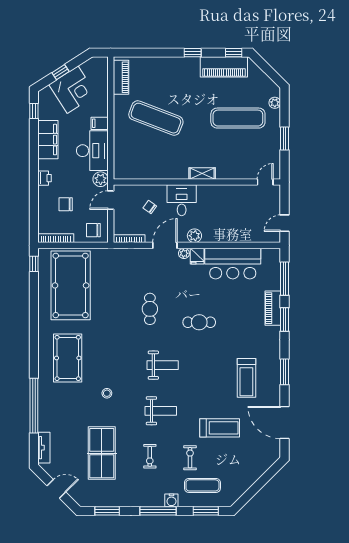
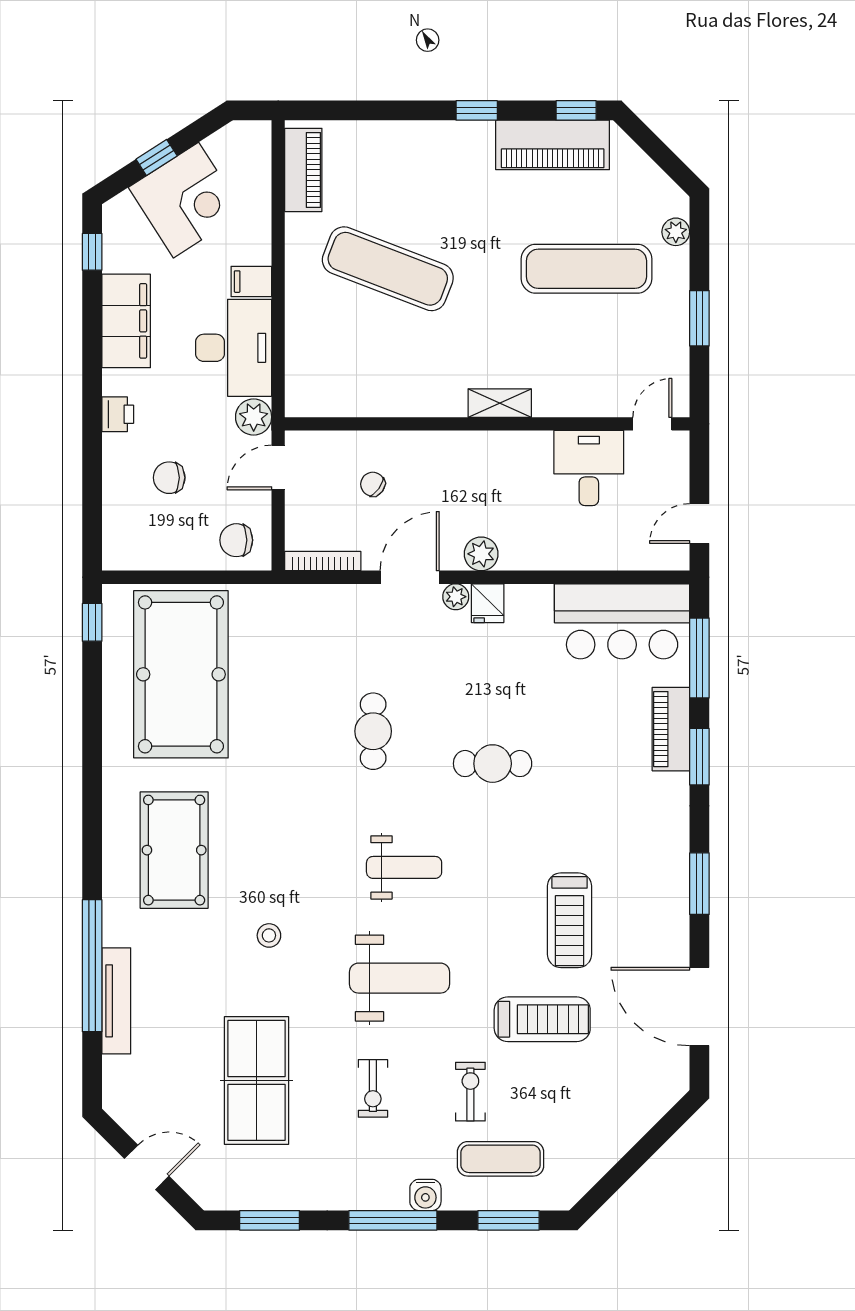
desk: (182, 200) -> (589, 468), moved
bookcase: (56, 238) -> (145, 560), removed
bar counter: (233, 264) -> (622, 621), moved
treadmill: (246, 378) -> (570, 920), moved
weight bench: (161, 411) -> (400, 978), width x1.36, depth x1.33
tv unit: (44, 448) -> (116, 1001), moved, width x1.41

